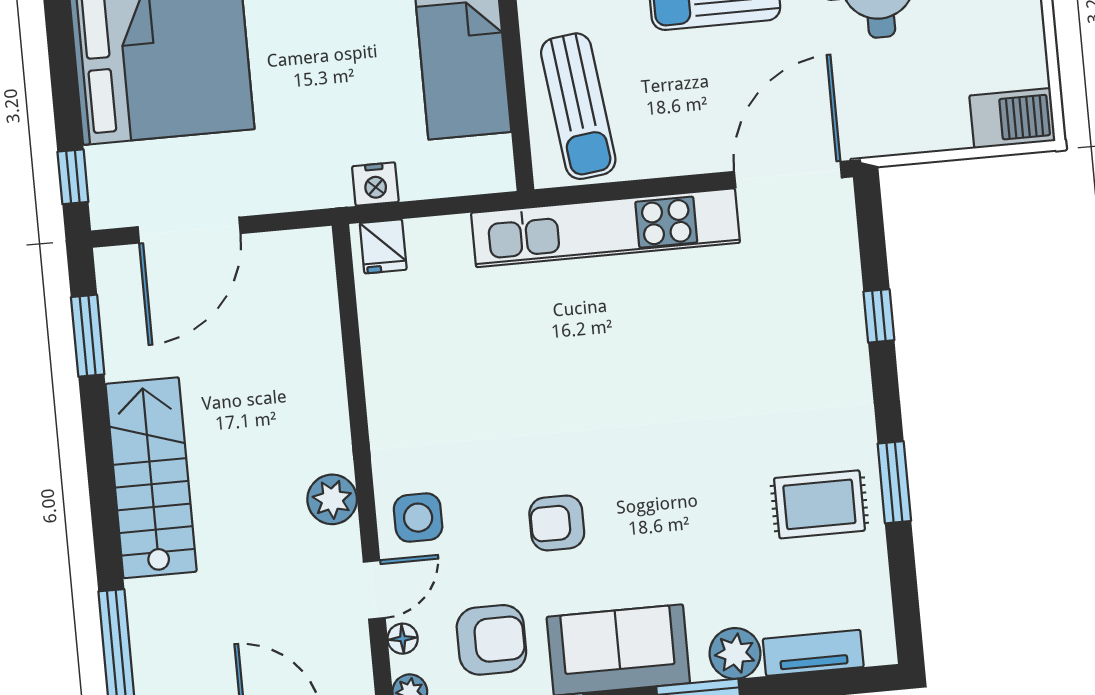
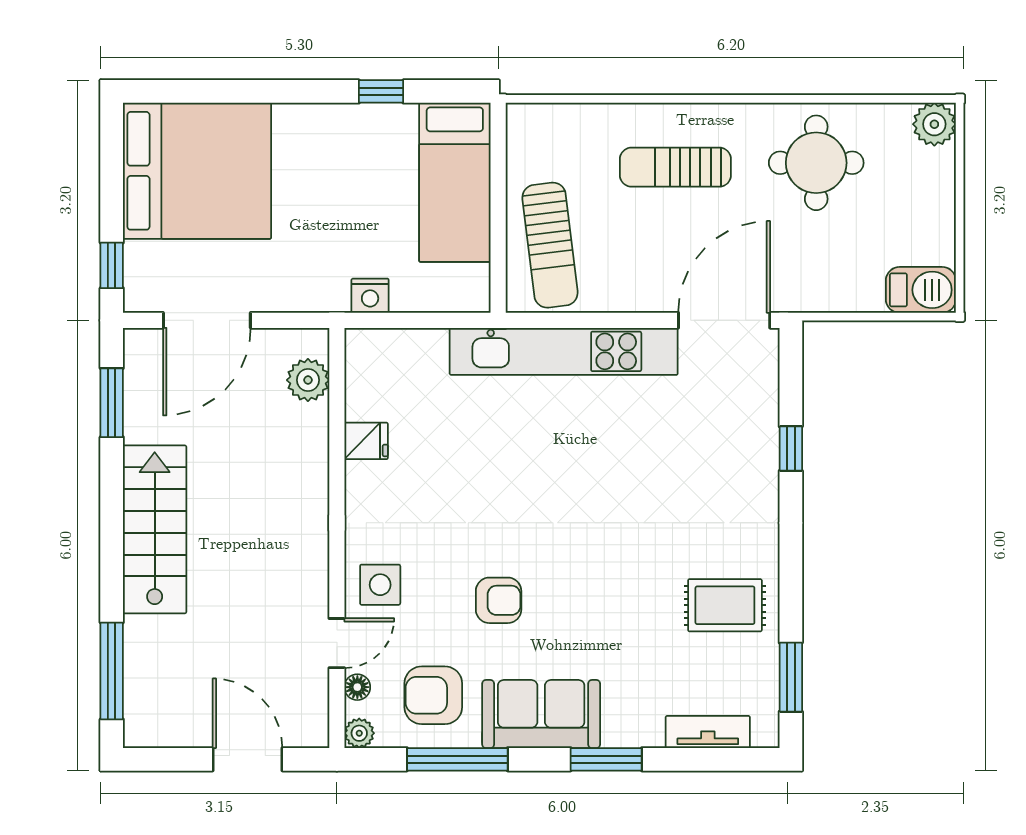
fridge: (383, 246) -> (366, 441), moved, turned -90
window: (894, 482) -> (791, 677), moved
plant: (332, 499) -> (308, 380), moved
armchair: (557, 523) -> (499, 600), turned 180
armchair: (491, 640) -> (433, 695), turned 180
plant: (735, 653) -> (641, 726), removed

